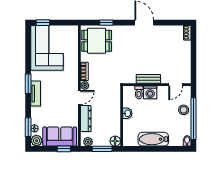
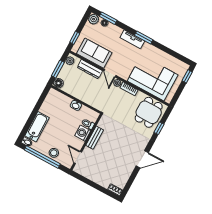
corner sofa: (47, 48) -> (153, 78), moved, turned 180
sofa: (60, 137) -> (94, 53), moved, turned -90
bathtub: (153, 139) -> (37, 127), moved

